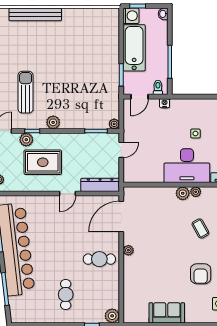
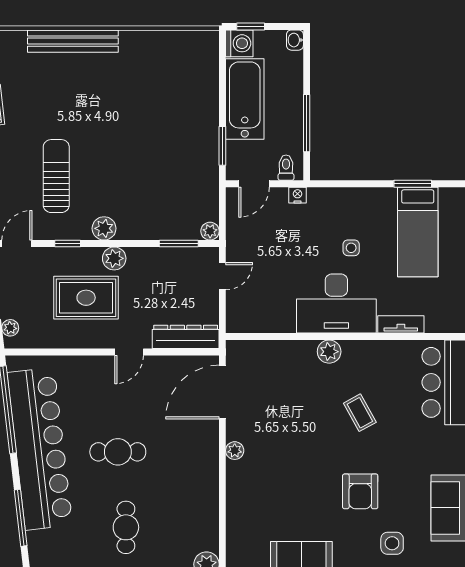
plant: (26, 140) -> (114, 258), moved
plant: (196, 192) -> (352, 349), removed
cafe table: (99, 259) -> (118, 452), moved

